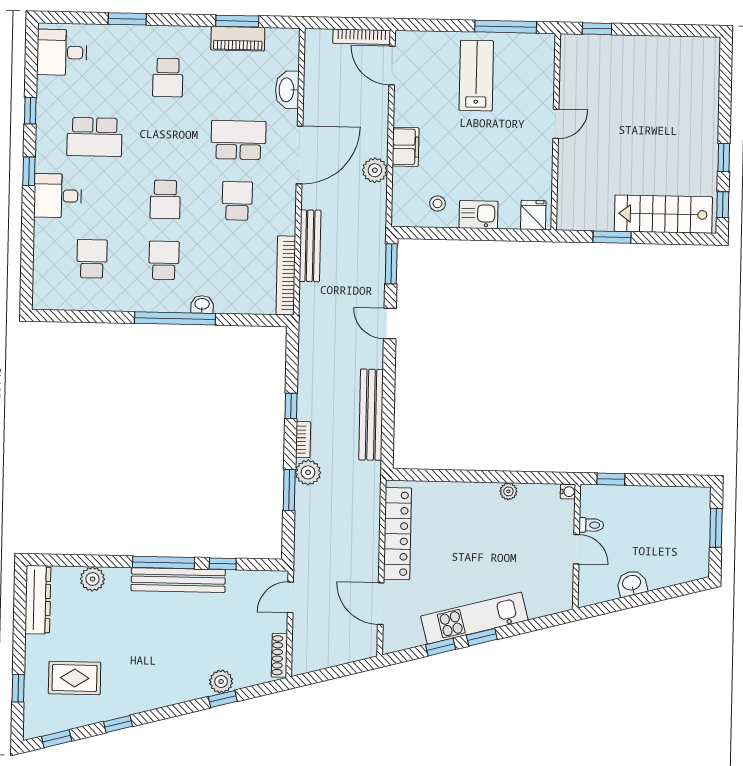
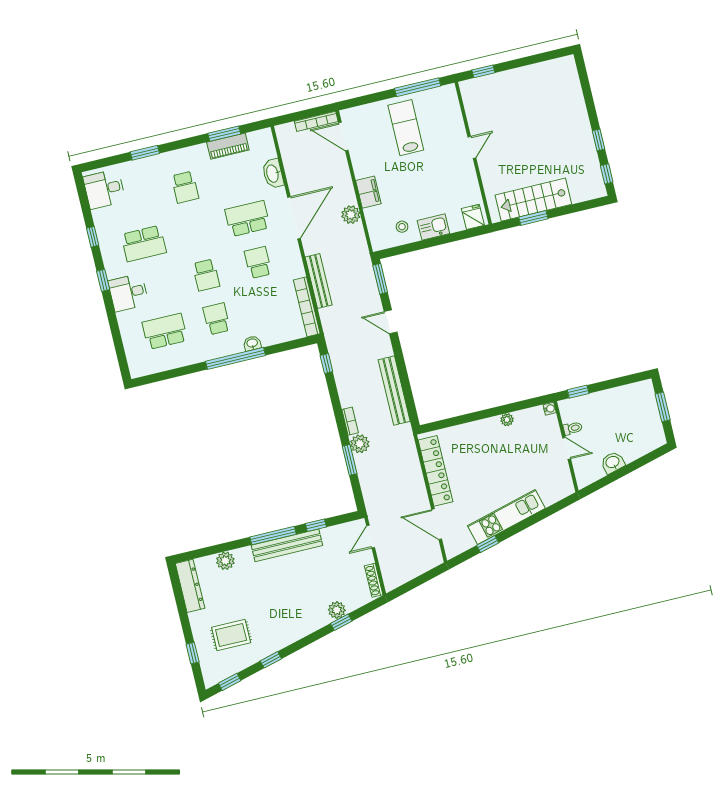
stairs: (663, 214) -> (533, 200), moved
school desk: (92, 259) -> (165, 331), width x1.85
window: (291, 406) -> (326, 363), moved
window: (482, 637) -> (515, 529), removed

